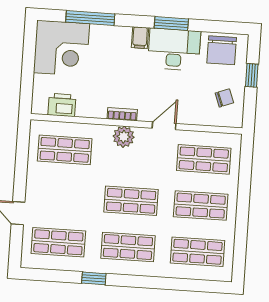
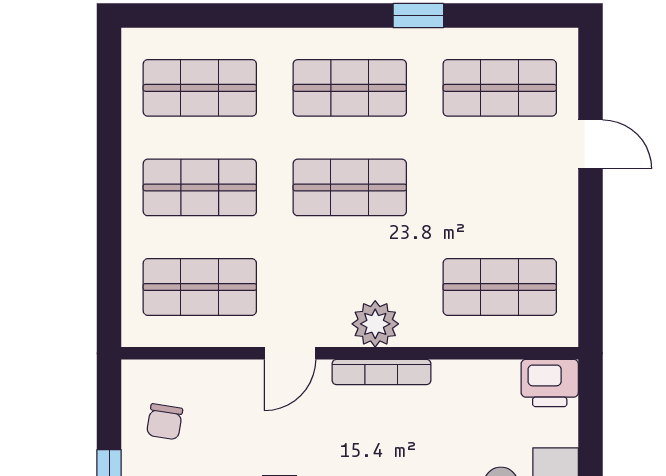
chair: (224, 98) -> (165, 422), turned -60
printer: (62, 105) -> (550, 383), moved
bookcase: (122, 114) -> (381, 372), width x1.56

